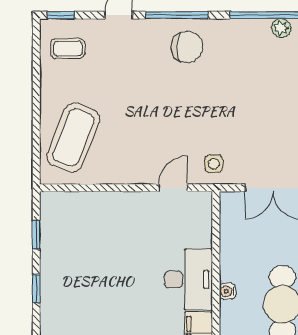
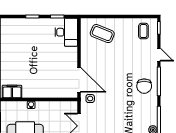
coffee table: (73, 138) -> (102, 34), width x0.73, depth x0.76
door: (173, 188) -> (79, 80), width x1.88
desk: (188, 279) -> (66, 32), moved, turned -90

